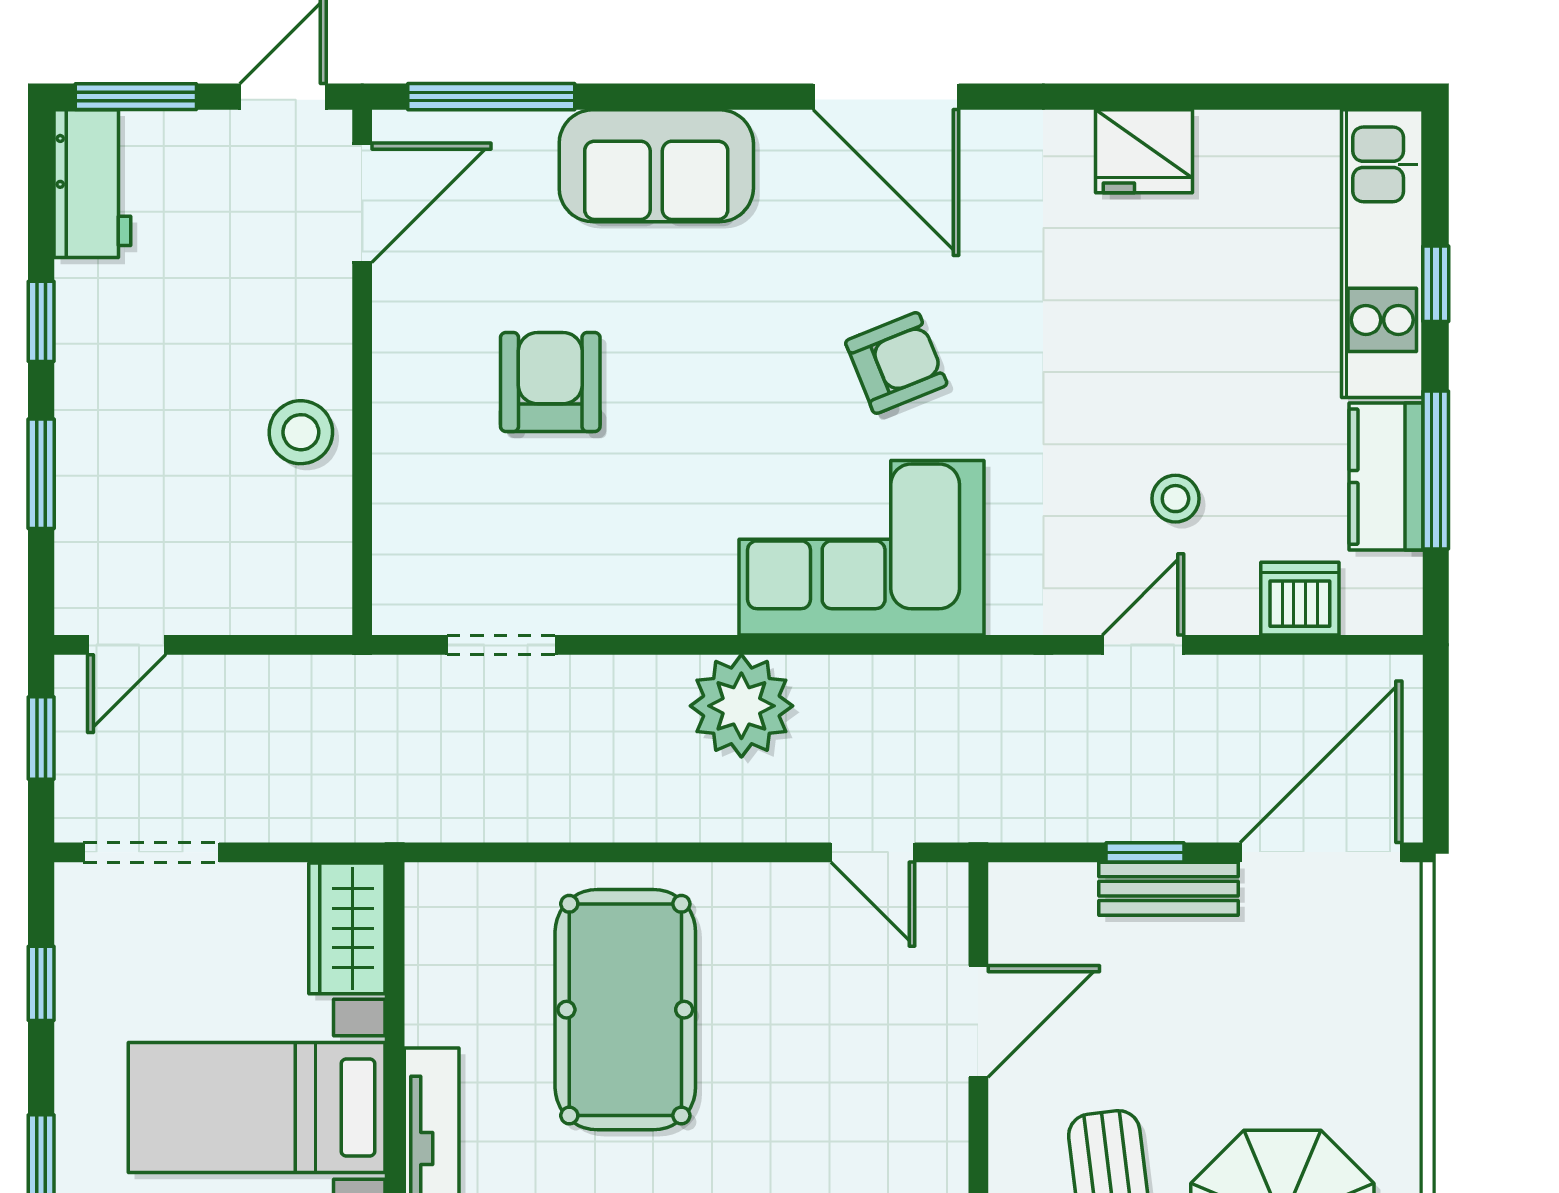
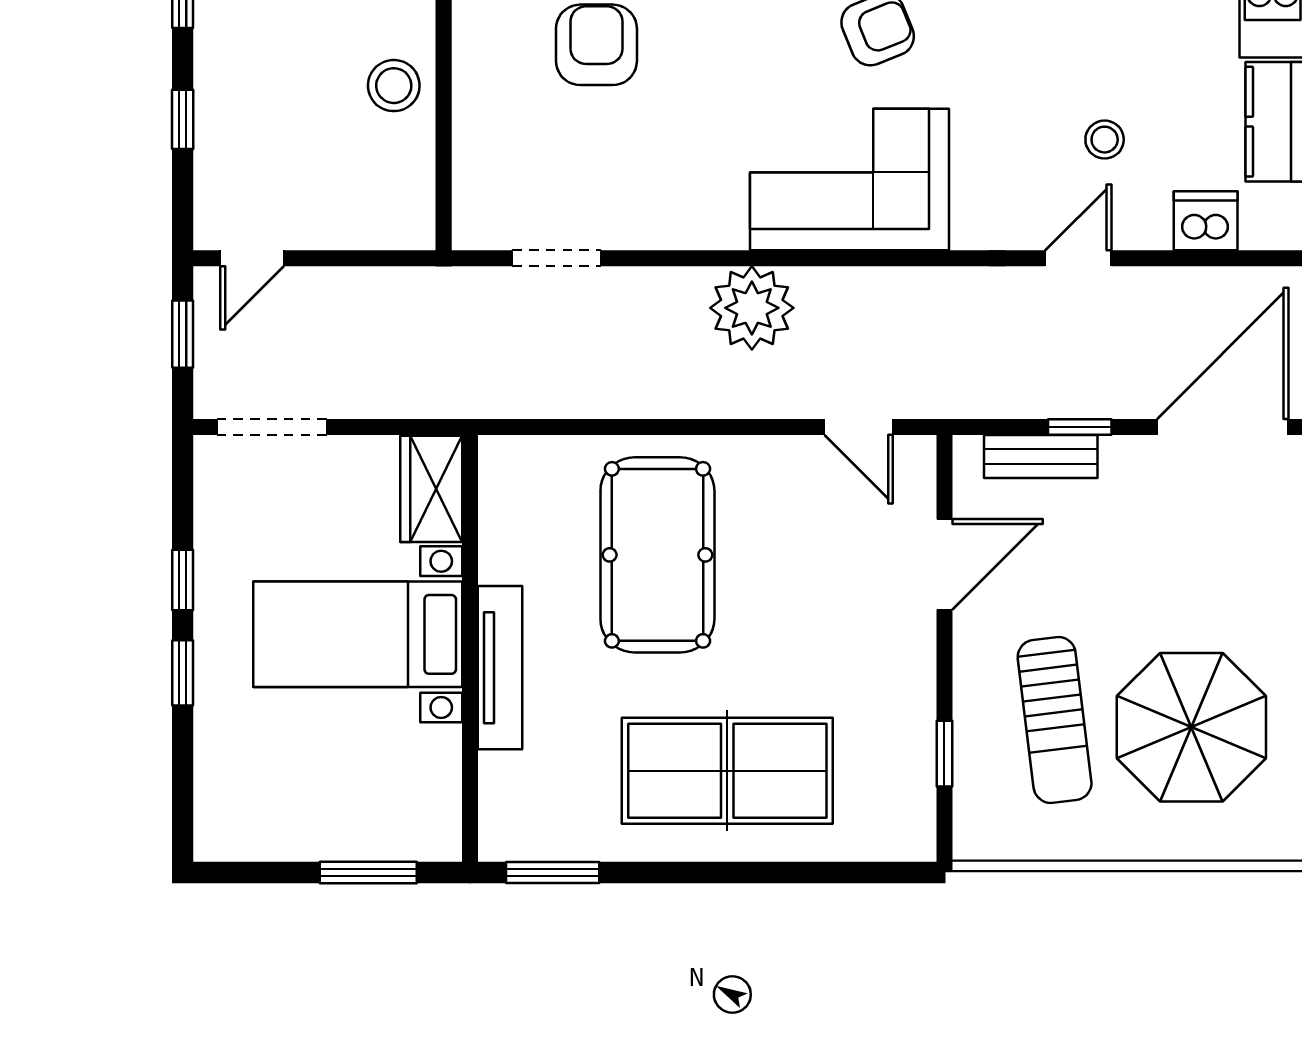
window: (41, 474) -> (183, 119), width x0.67
bench: (1168, 889) -> (1041, 457), moved
window: (41, 983) -> (183, 580), moved

